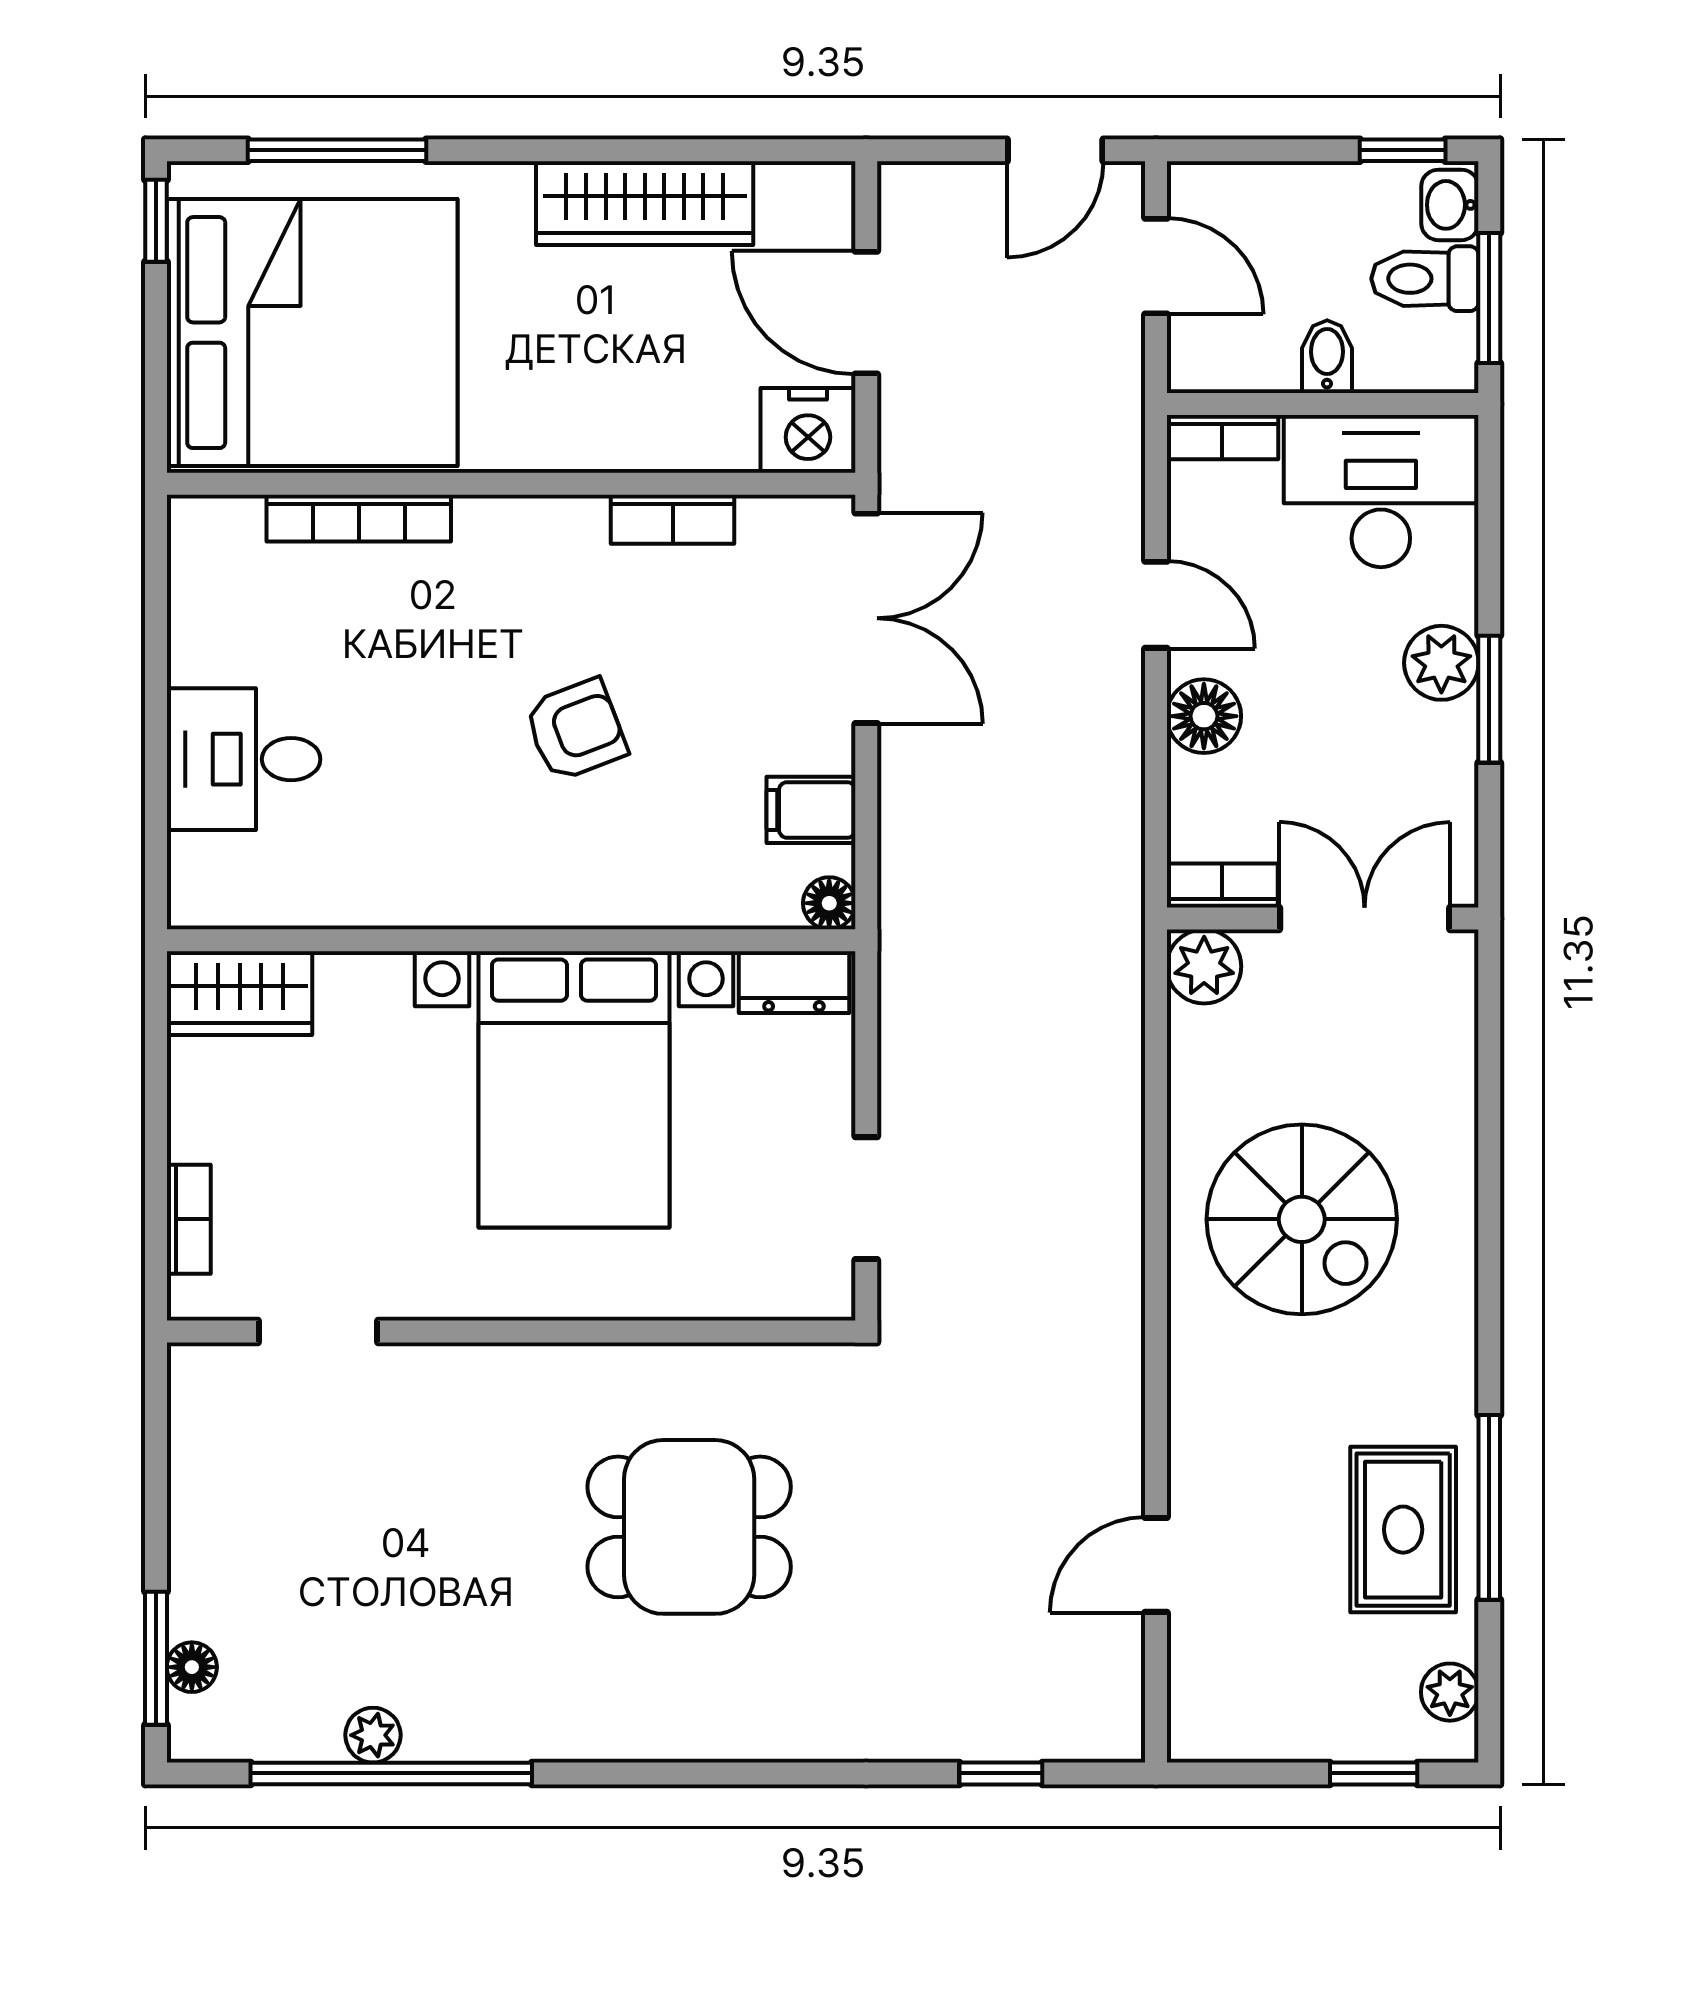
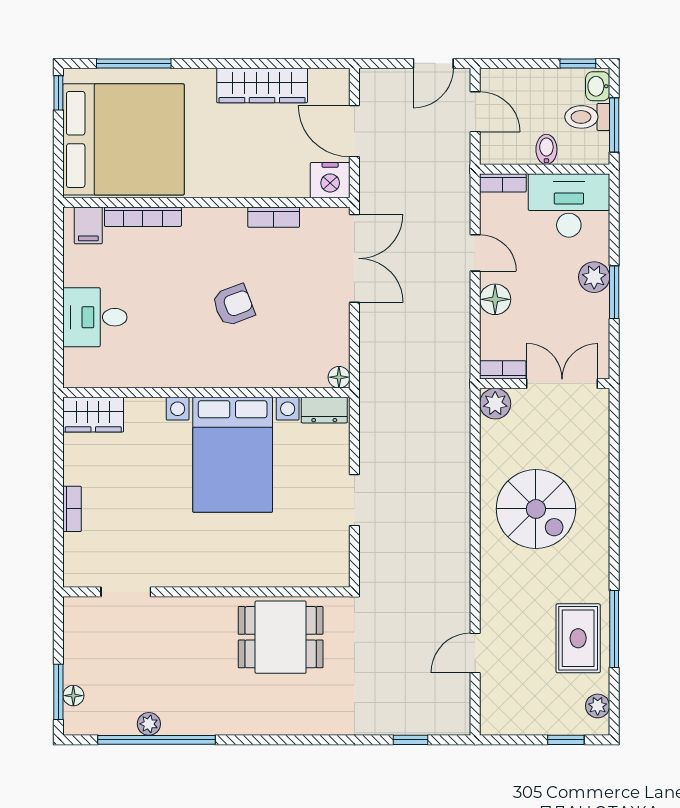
filing cabinet: (811, 810) -> (88, 225), moved, turned -90
doorway: (318, 1331) -> (126, 592), moved
wall: (511, 1331) -> (206, 592), moved

